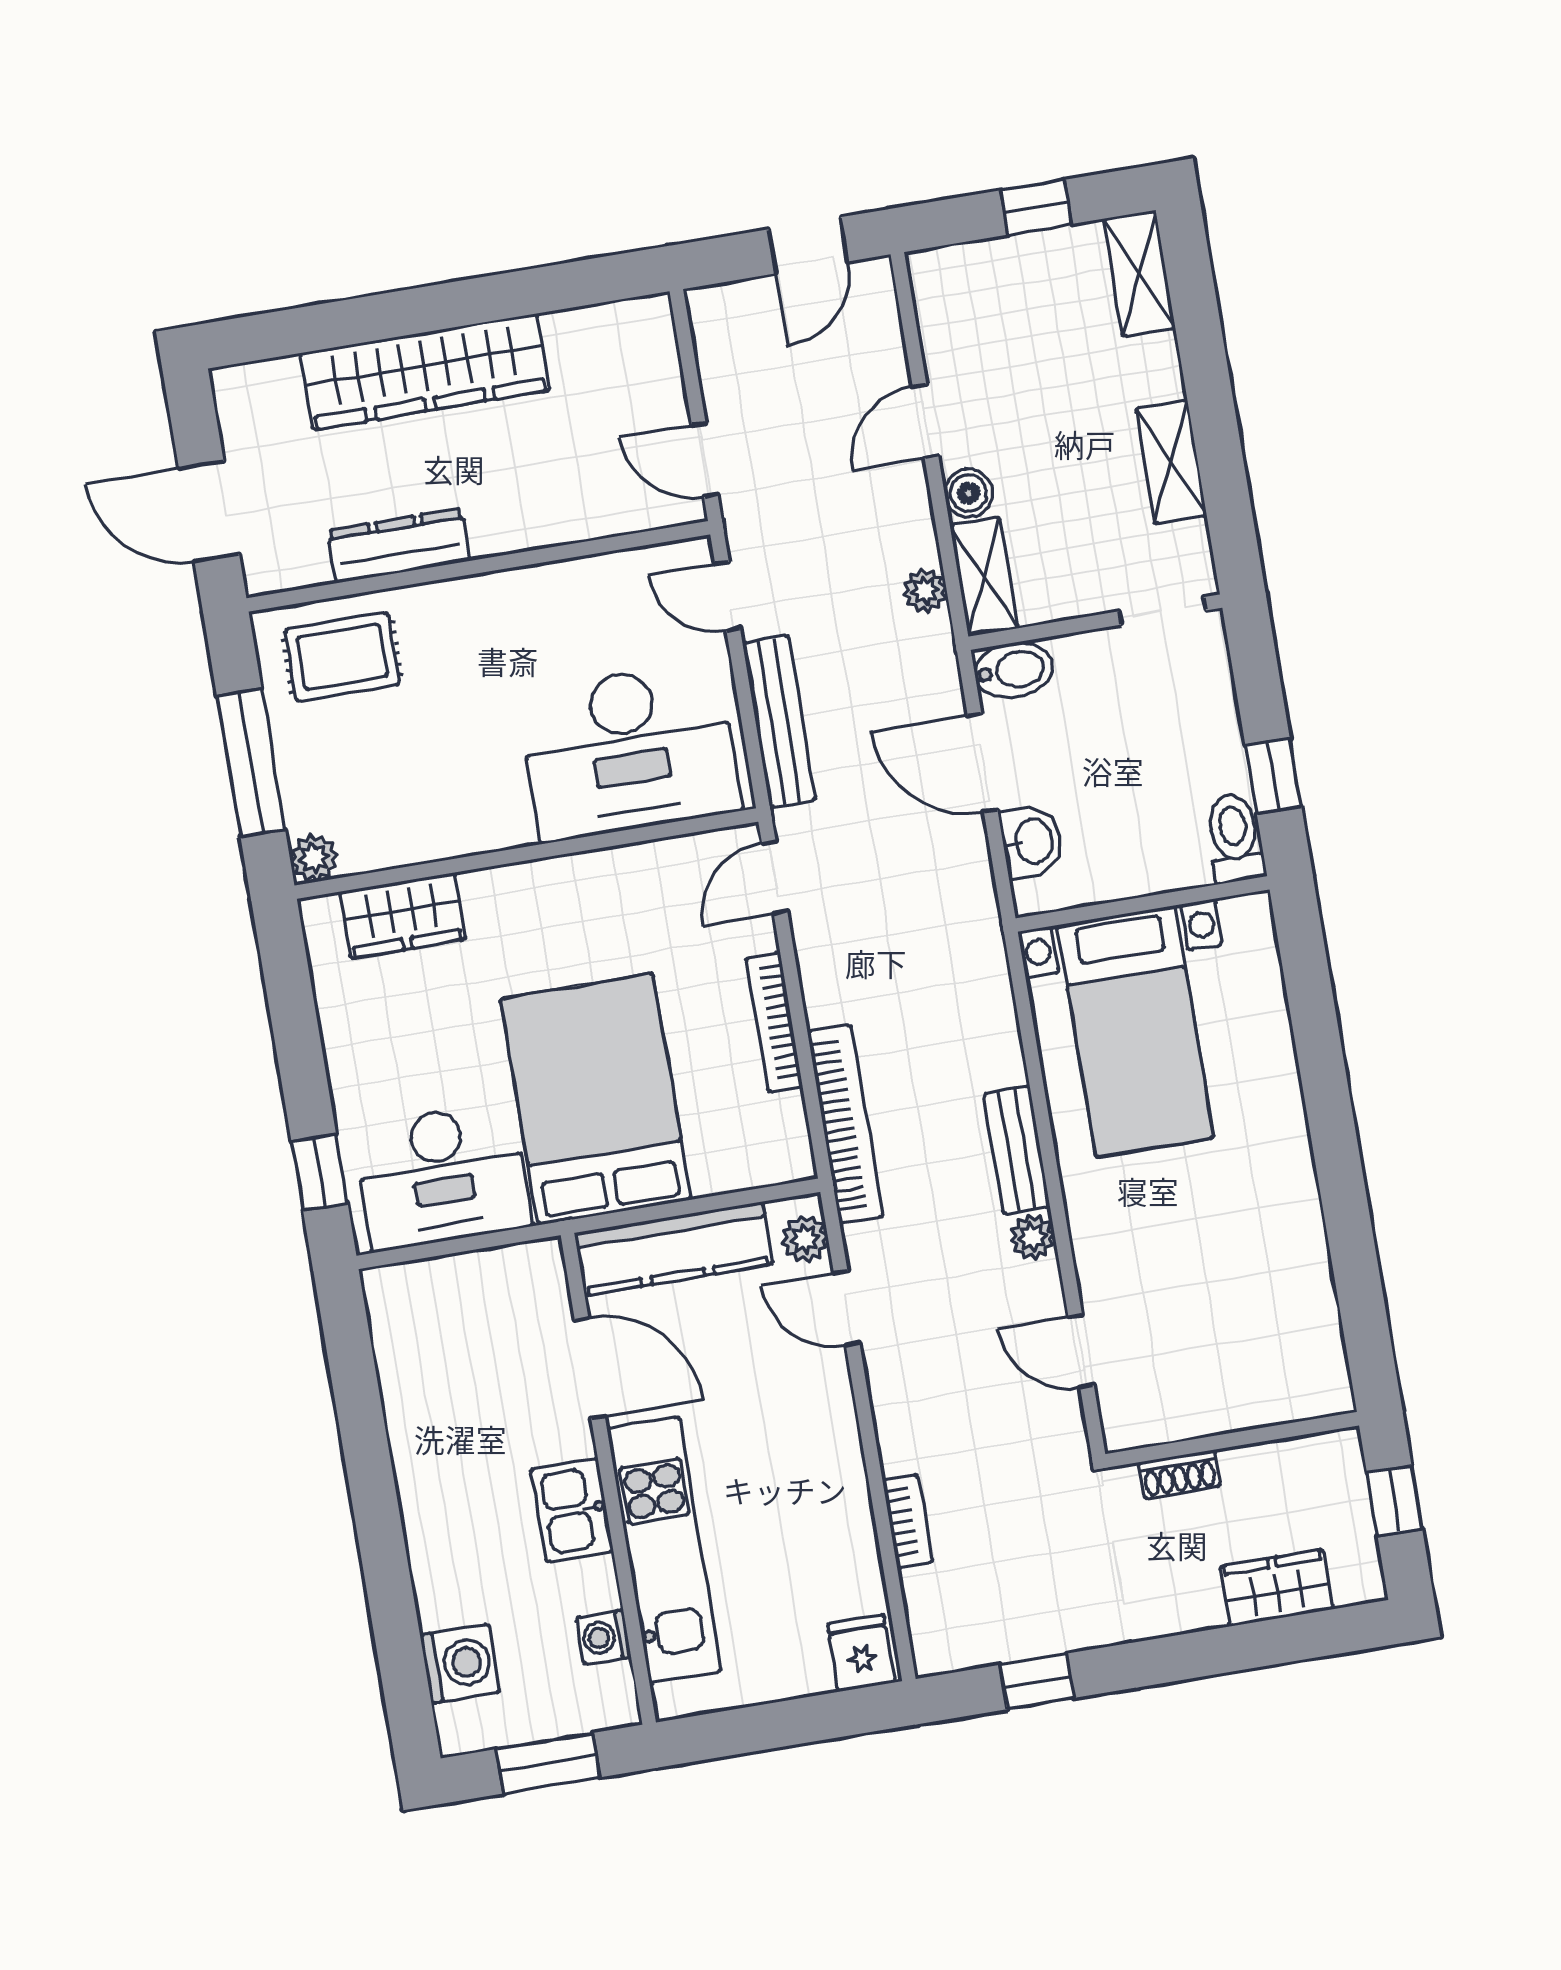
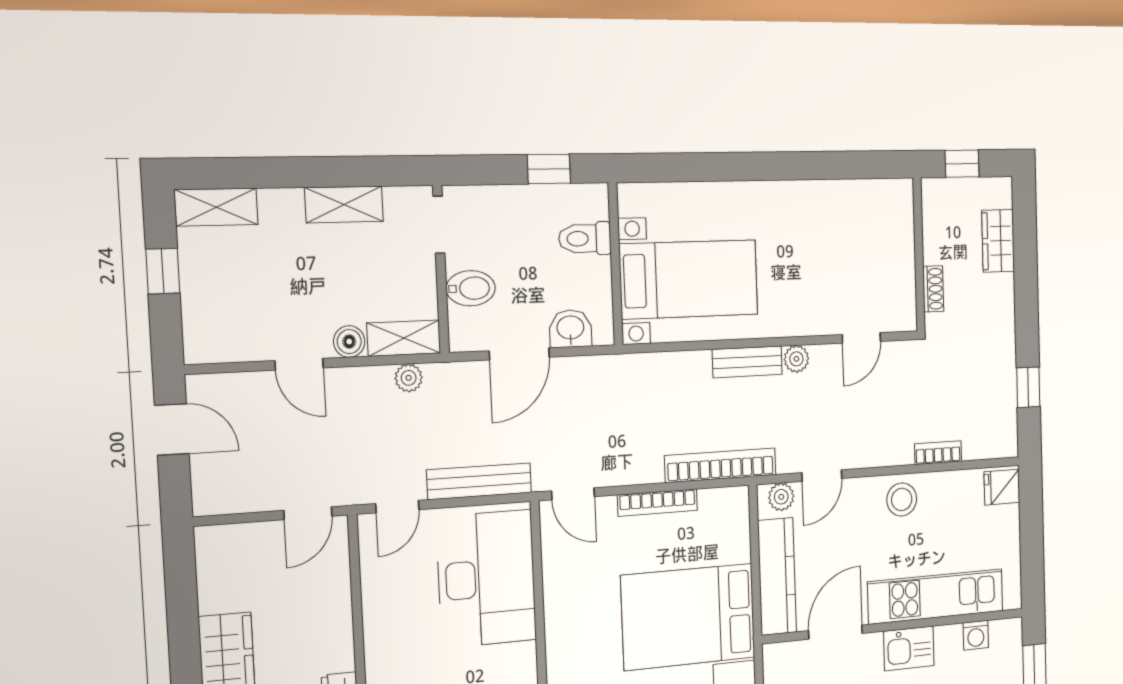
bidet: (1014, 670) -> (471, 288), moved, turned 90
toilet: (1234, 838) -> (585, 239), moved
stool: (822, 1463) -> (902, 499), added

